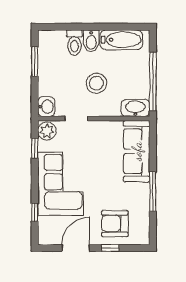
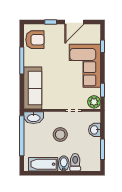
washbasin: (46, 107) -> (94, 130), moved
armchair: (115, 224) -> (35, 40), moved

